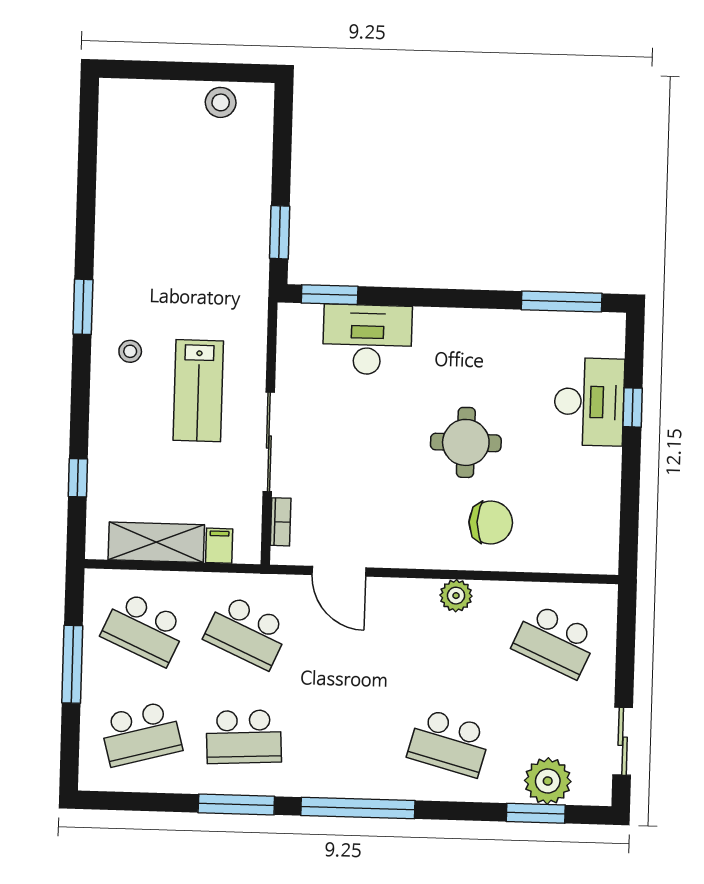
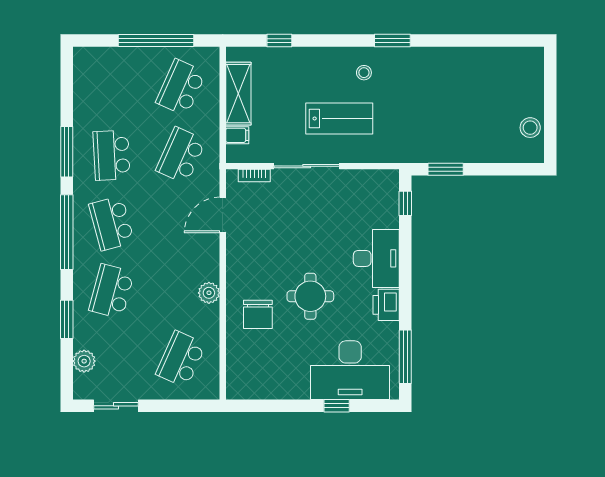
window: (330, 295) -> (405, 203), width x0.67
printer: (482, 328) -> (386, 305), added
desk: (367, 340) -> (376, 258), moved
lab bench: (198, 391) -> (339, 119), turned 180
desk: (589, 402) -> (350, 370), width x1.36, depth x1.30
window: (72, 664) -> (156, 41), width x1.46
school desk: (141, 734) -> (112, 223), moved
plant: (548, 781) -> (84, 361), width x0.73, depth x0.73
window: (536, 813) -> (67, 319), moved

